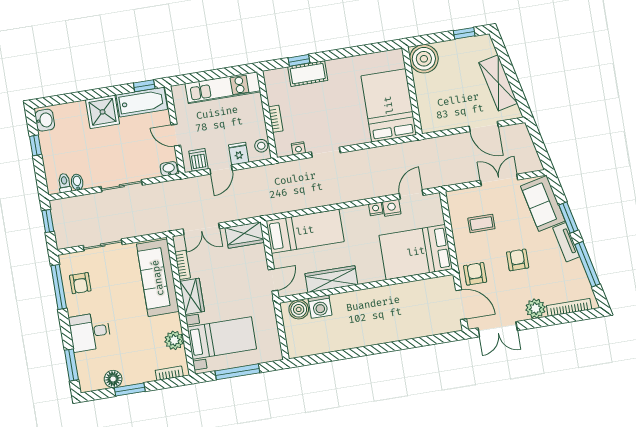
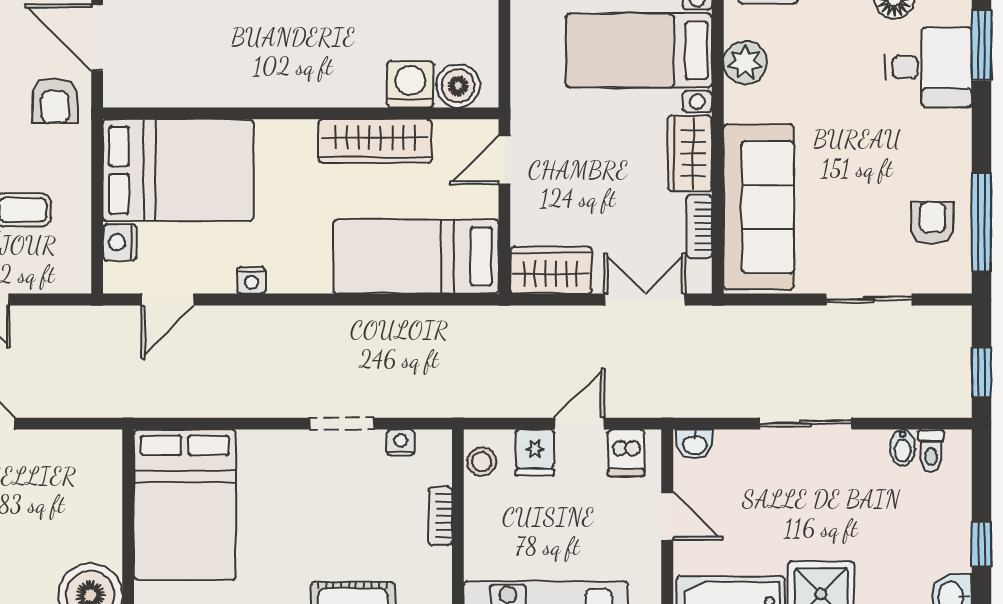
nightstand: (392, 208) -> (120, 242), moved, turned 90
desk: (90, 332) -> (929, 67), moved

